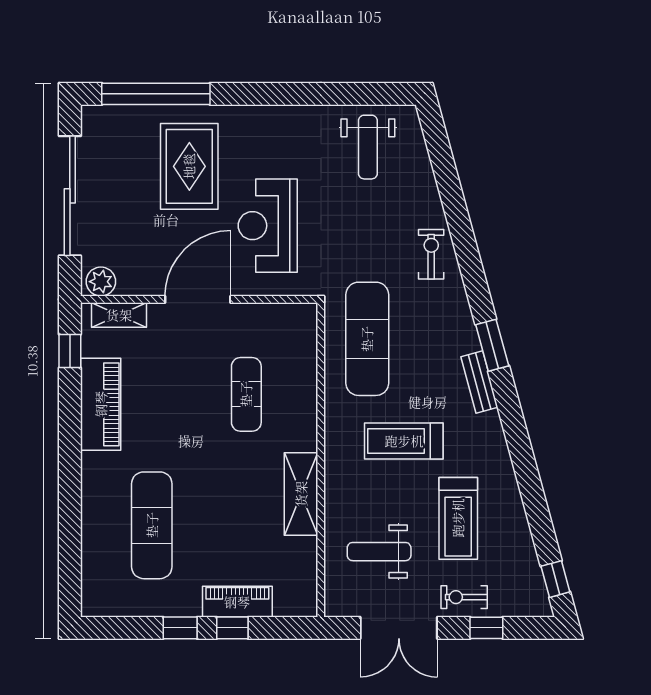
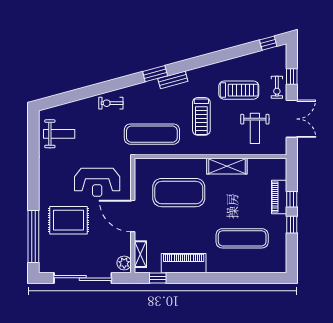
exercise mat: (246, 394) -> (179, 193), width x2.00, depth x1.45

